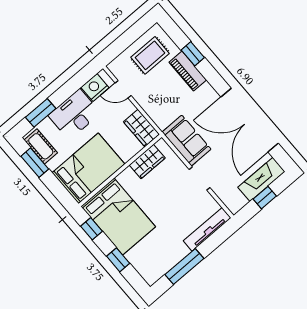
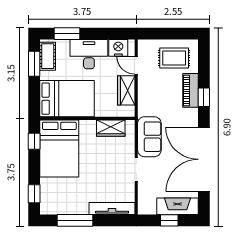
window: (193, 54) -> (204, 97), moved
wardrobe: (141, 128) -> (126, 90), moved
window: (118, 260) -> (34, 194), moved

